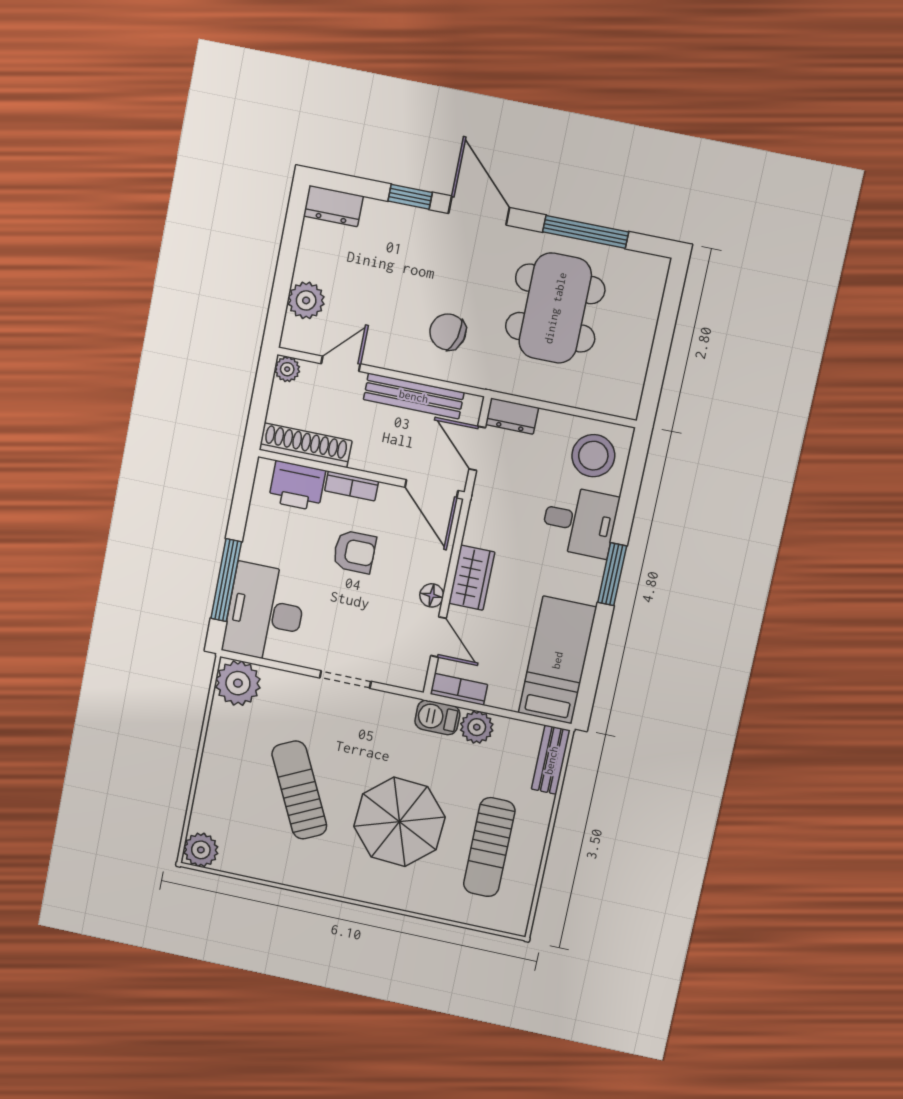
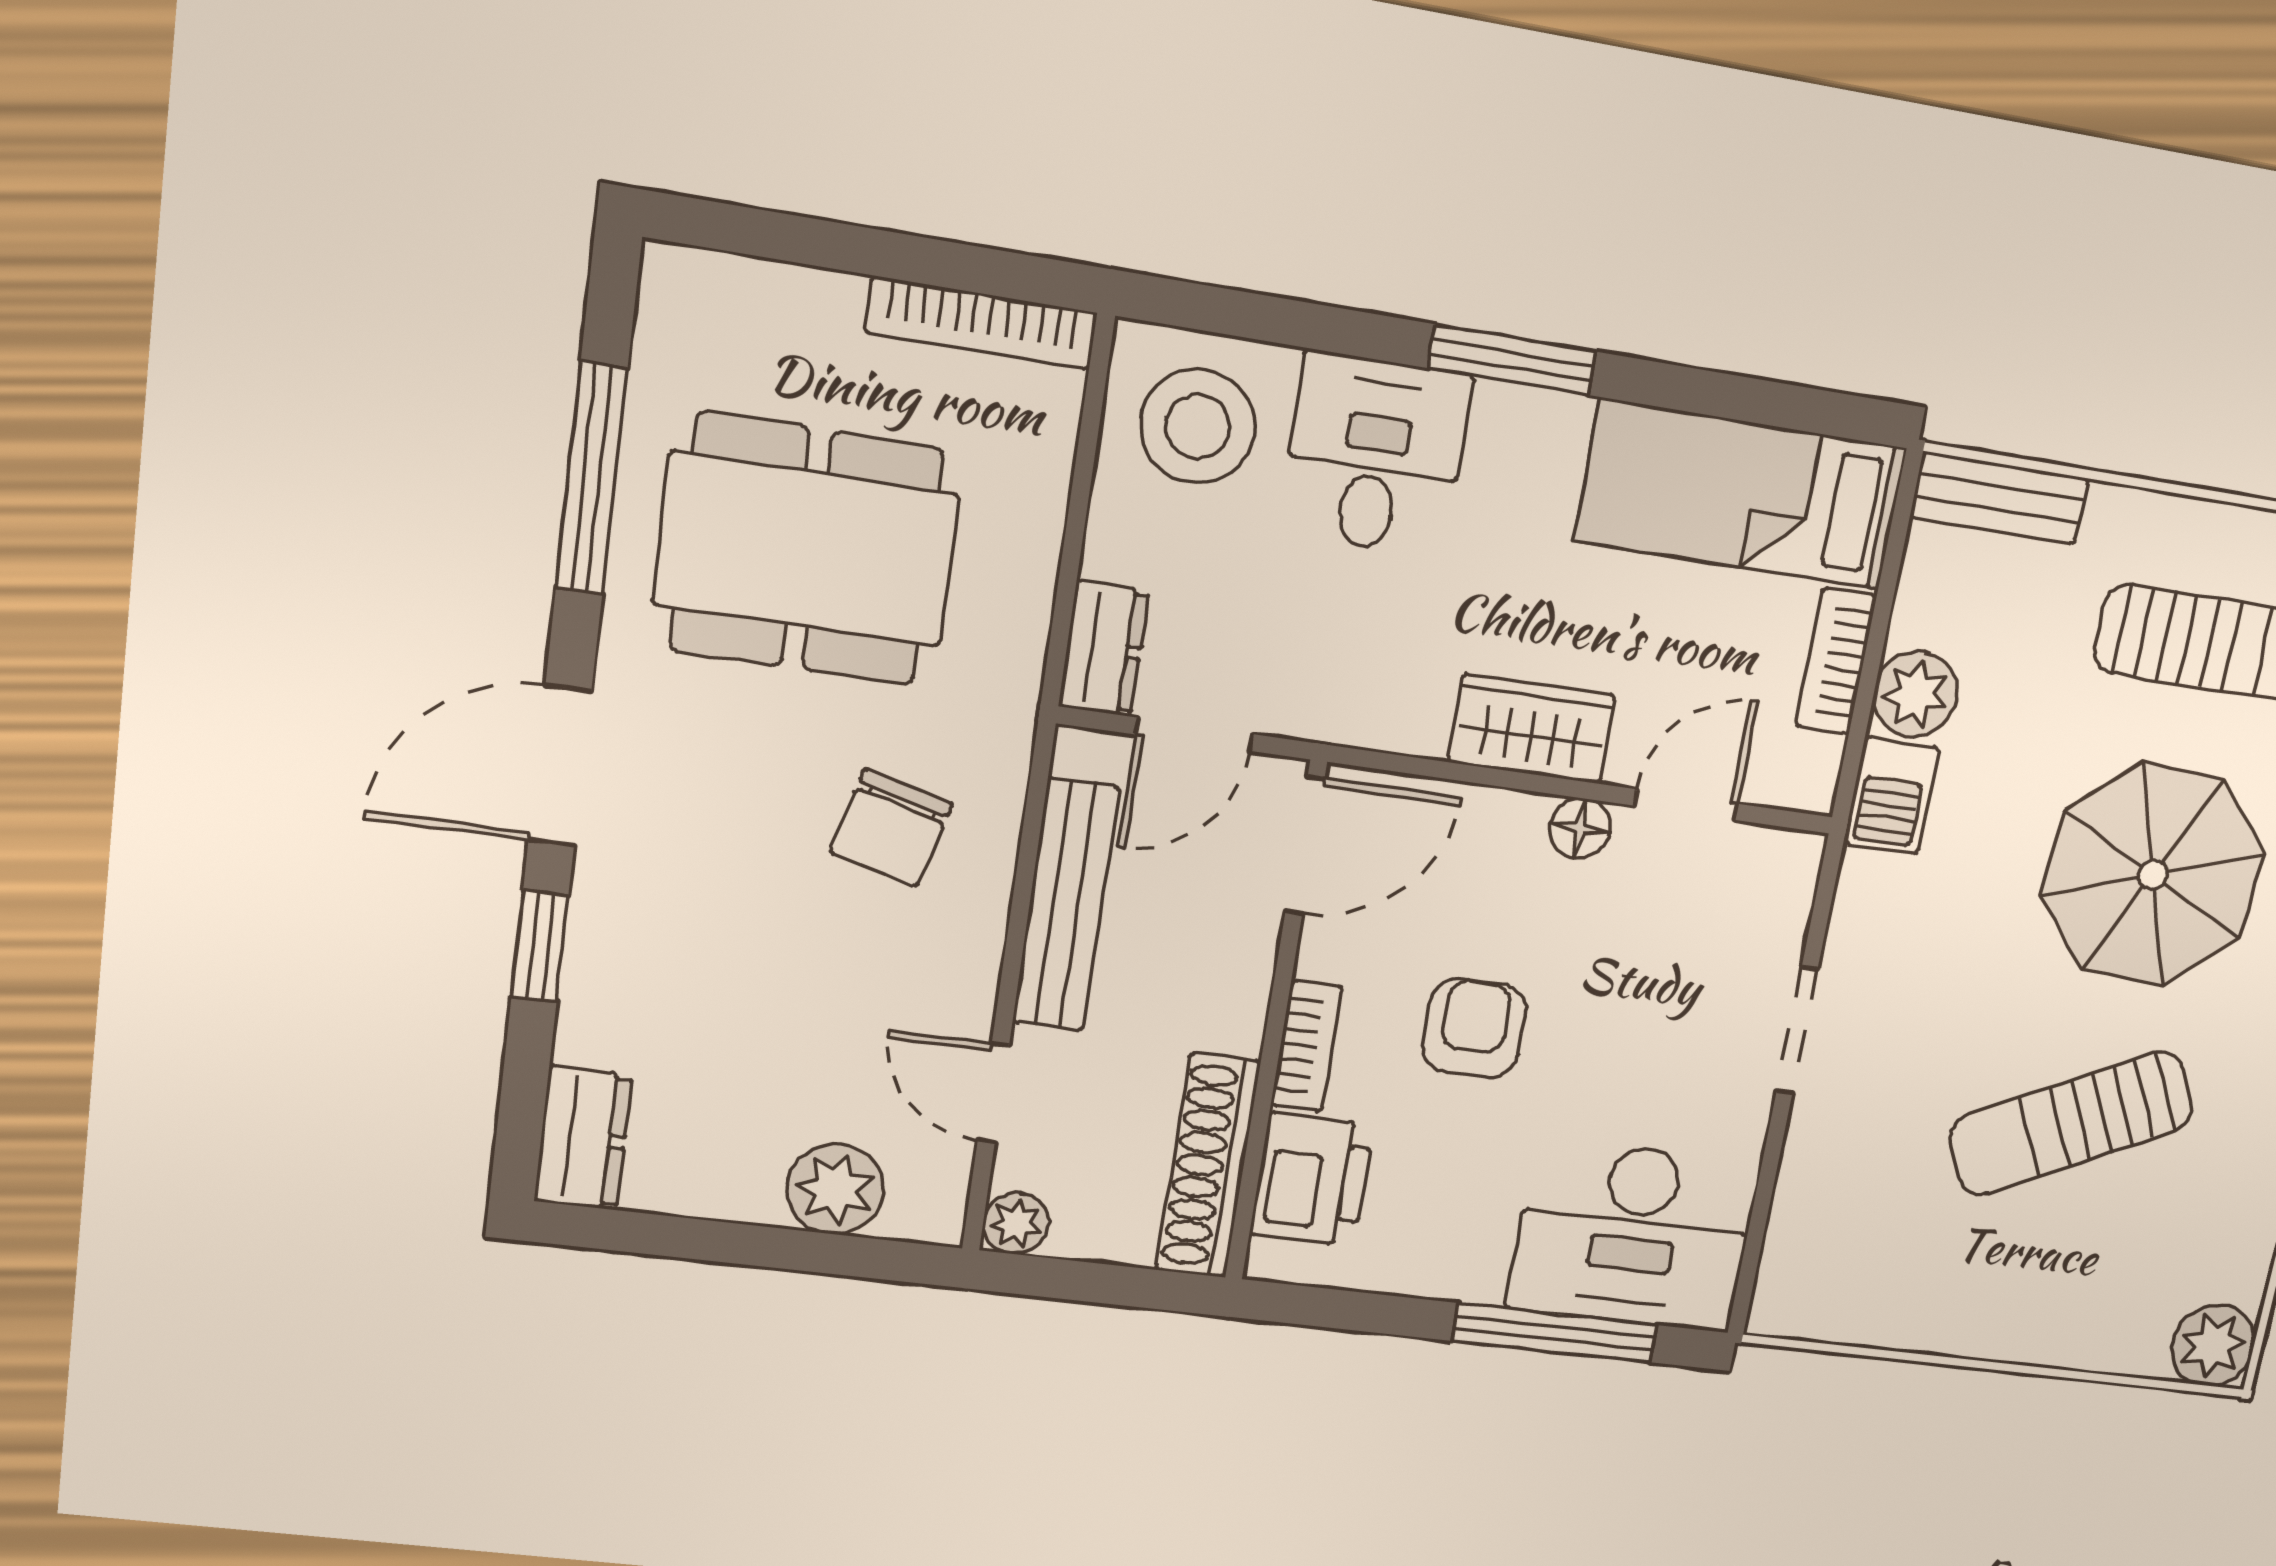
bookcase: (635, 378) -> (981, 323), added
plant: (238, 683) -> (1808, 1287), removed
bookcase: (459, 689) -> (1836, 661), moved

